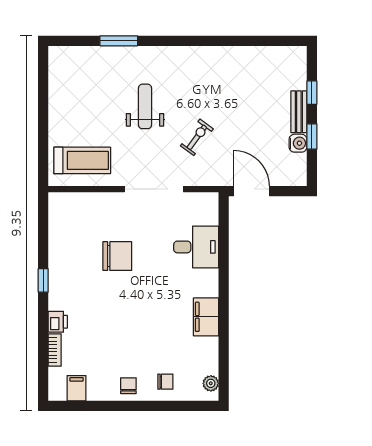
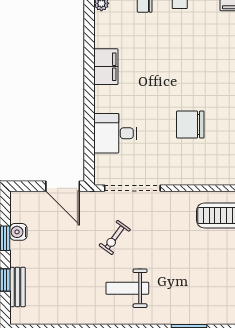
weight bench: (145, 106) -> (127, 288), moved, turned 90
bench: (299, 112) -> (17, 287), moved
doorway: (154, 189) -> (132, 188), moved

